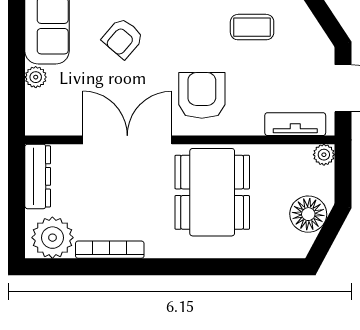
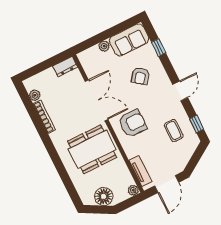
armchair: (123, 38) -> (140, 76), turned -94
dresser: (38, 176) -> (65, 67), width x0.70
plant: (52, 238) -> (35, 95), width x0.53, depth x0.53

